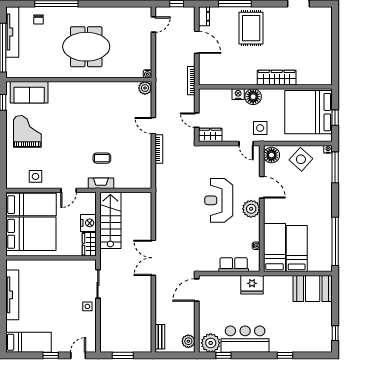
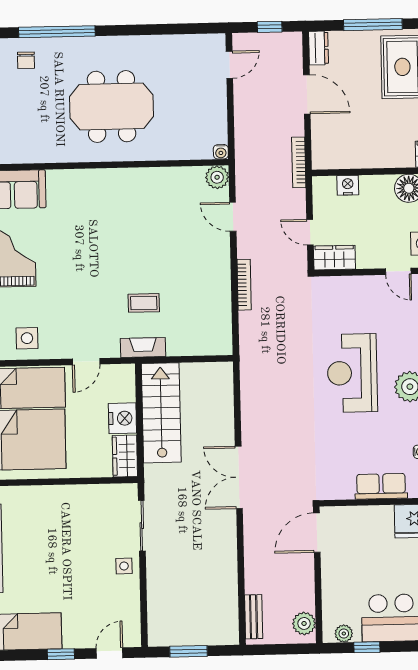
nightstand: (238, 94) -> (348, 185), moved
door: (153, 126) -> (233, 217), moved
plant: (211, 343) -> (344, 634), width x0.53, depth x0.53

